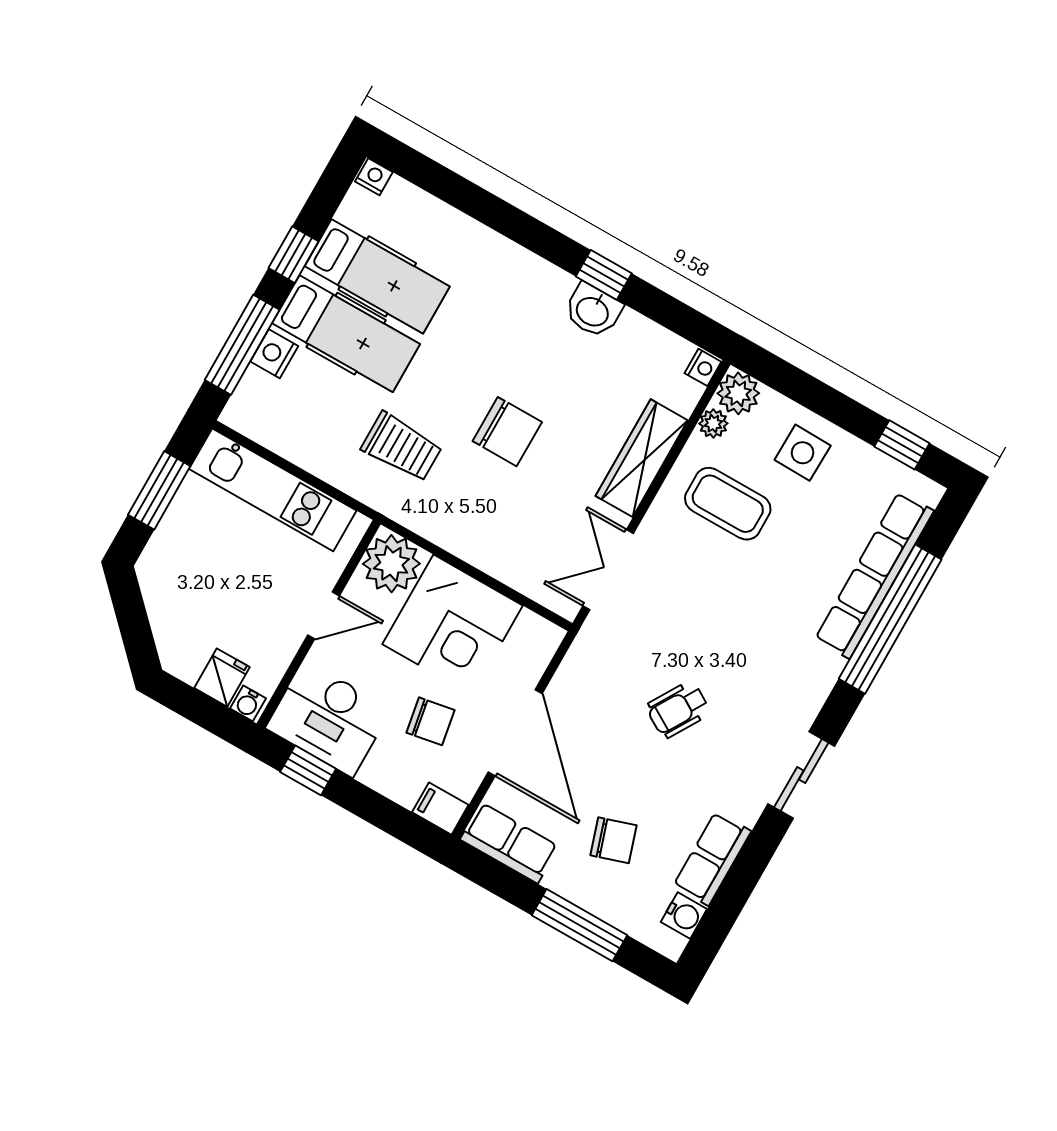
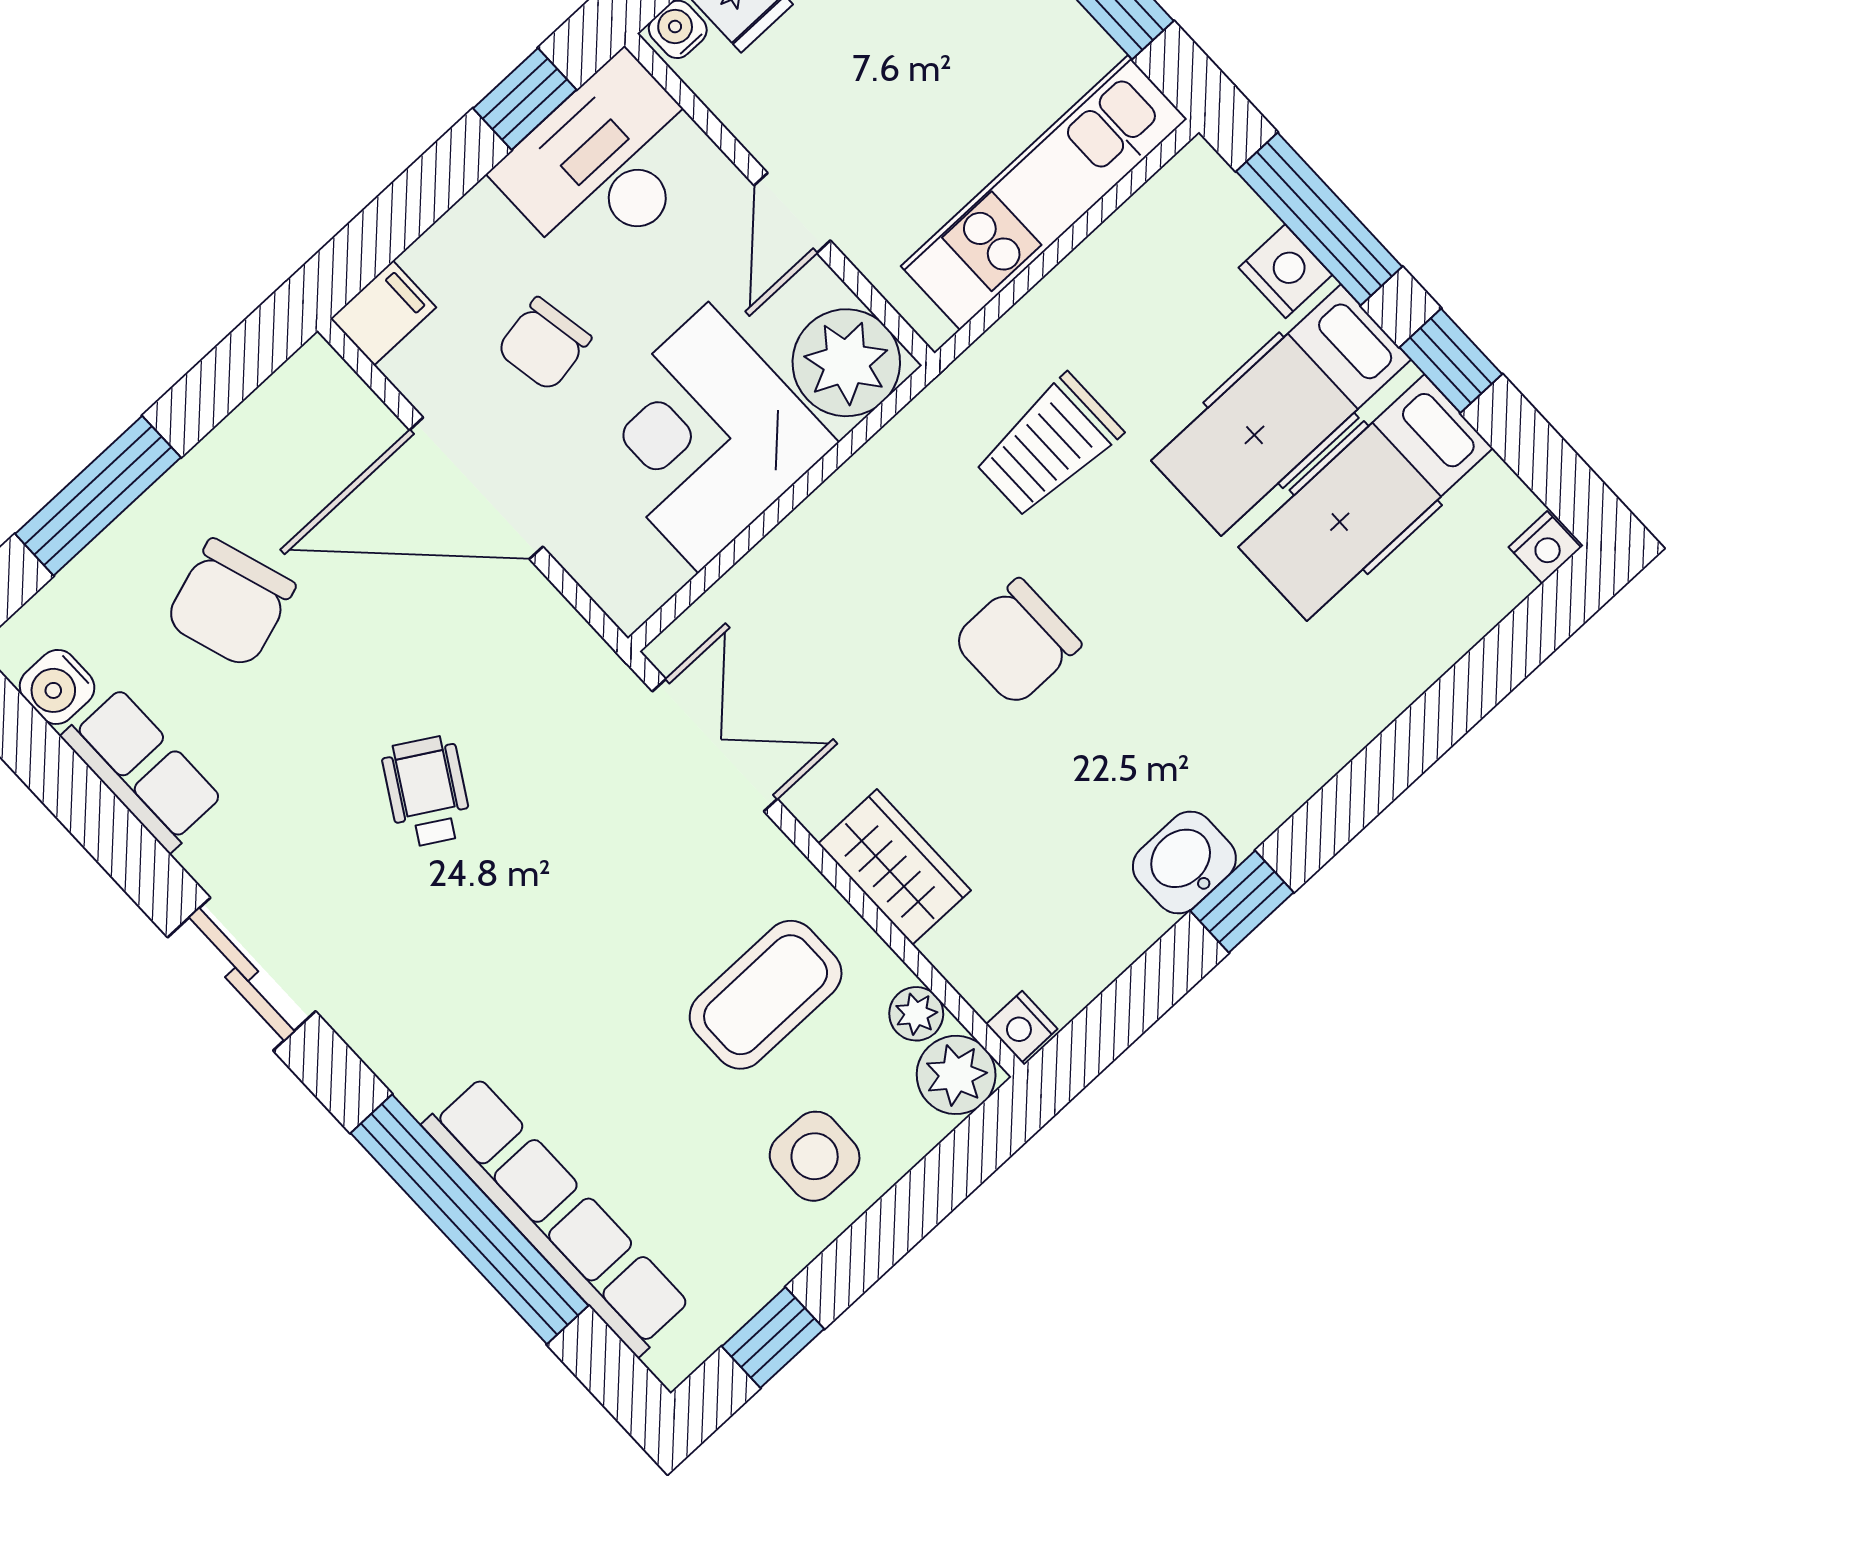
wardrobe: (642, 458) -> (895, 867), width x0.67
chair: (613, 840) -> (230, 603), width x1.37, depth x1.37
row of seats: (509, 843) -> (284, 417), removed

